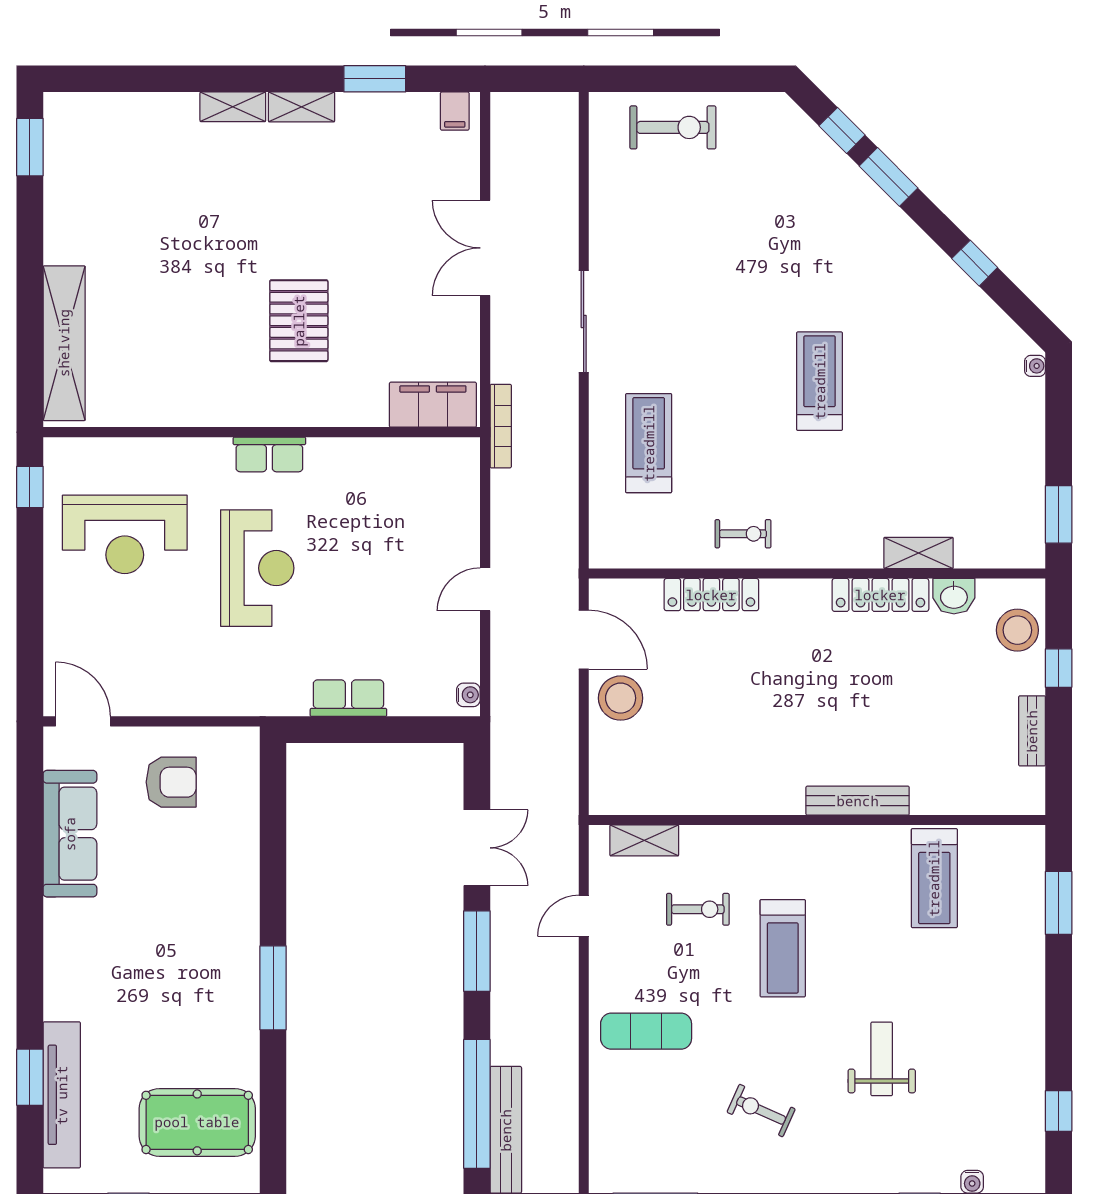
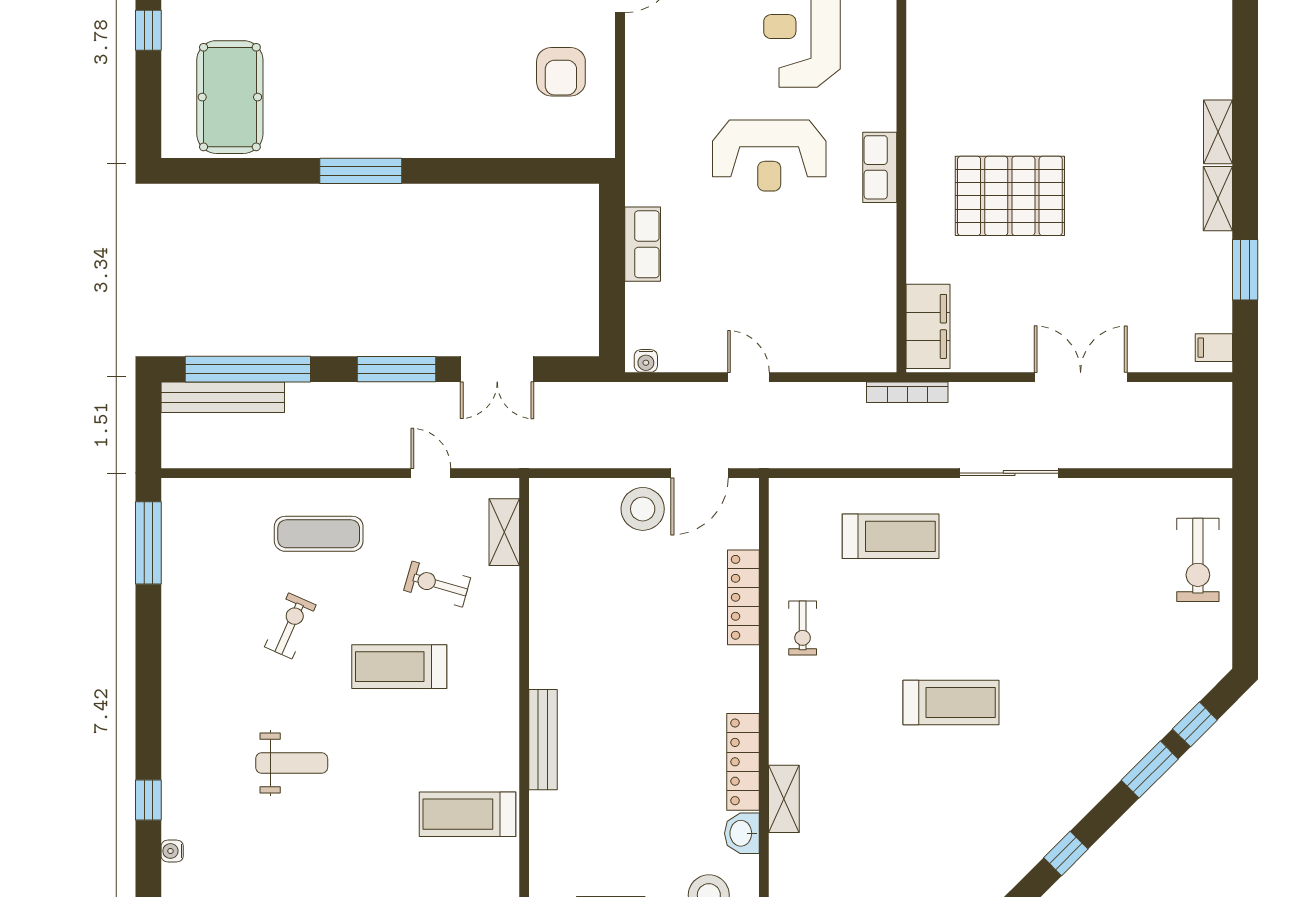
pallet: (299, 321) -> (1010, 196), width x1.37, depth x1.41
exercise bike: (698, 909) -> (437, 584), turned 106
exercise mat: (646, 1031) -> (319, 534), turned 90
exercise bike: (761, 1111) -> (290, 626), moved

